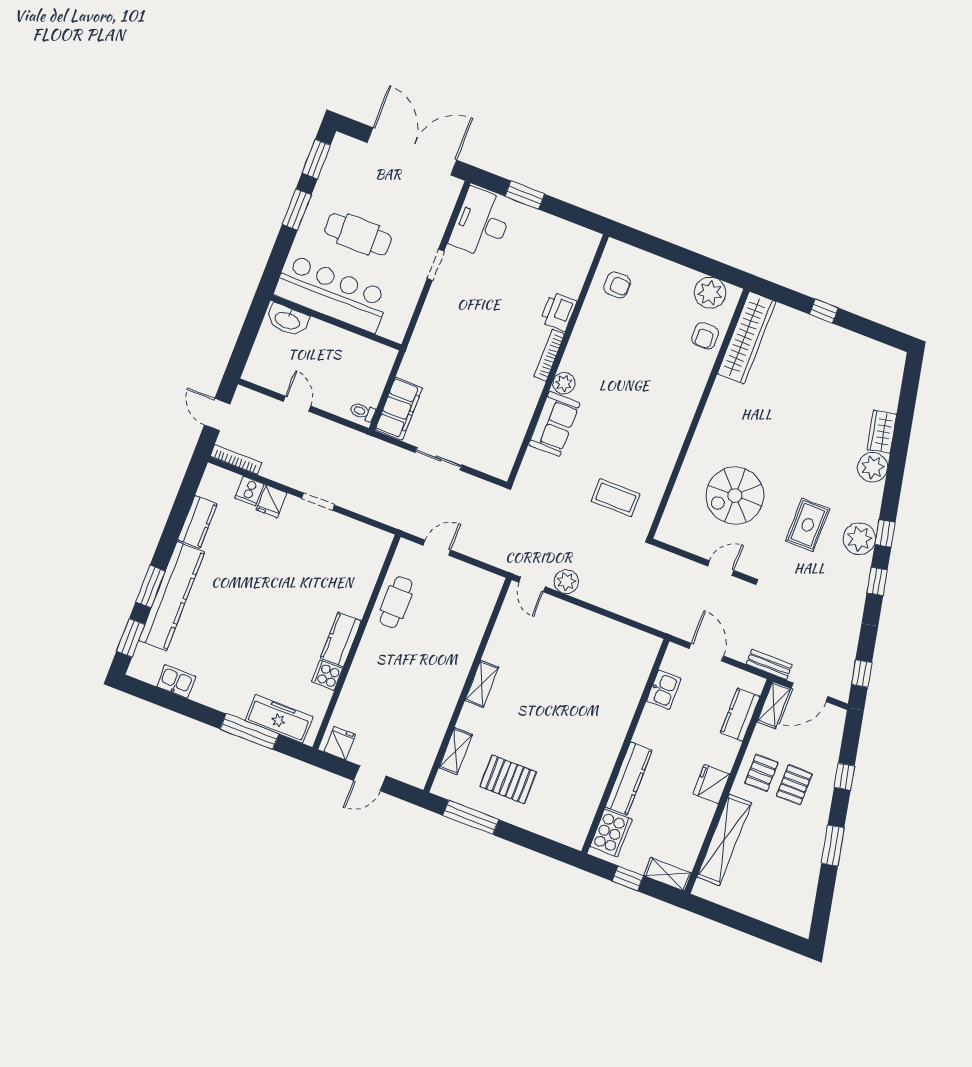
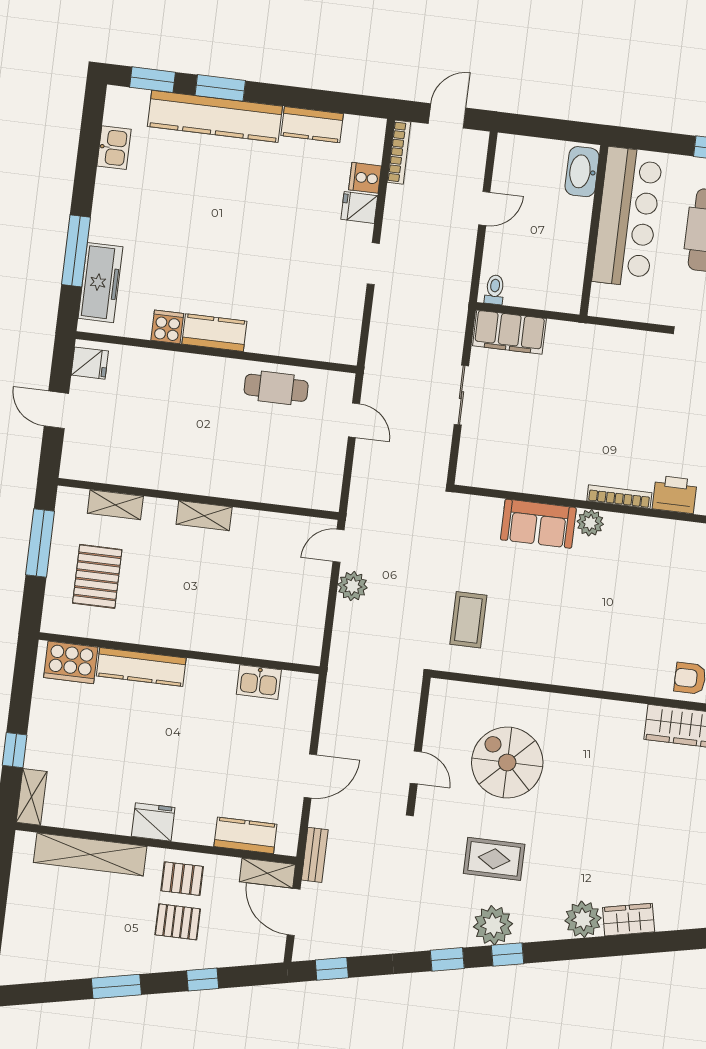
kitchen sink: (664, 690) -> (259, 682), moved
wall: (625, 746) -> (179, 653), moved
kitchen counter: (629, 779) -> (141, 667), moved
cooker: (611, 833) -> (71, 662), moved

